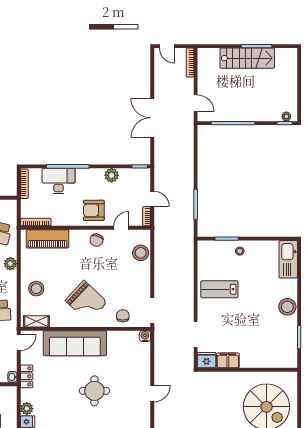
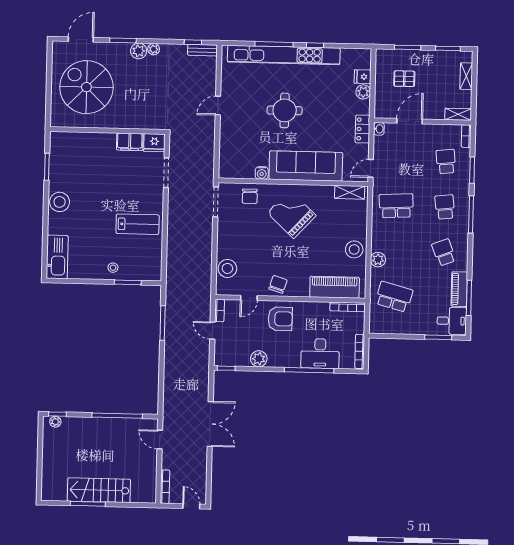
stool: (36, 289) -> (354, 249), moved
water cooler: (145, 336) -> (262, 173), moved

